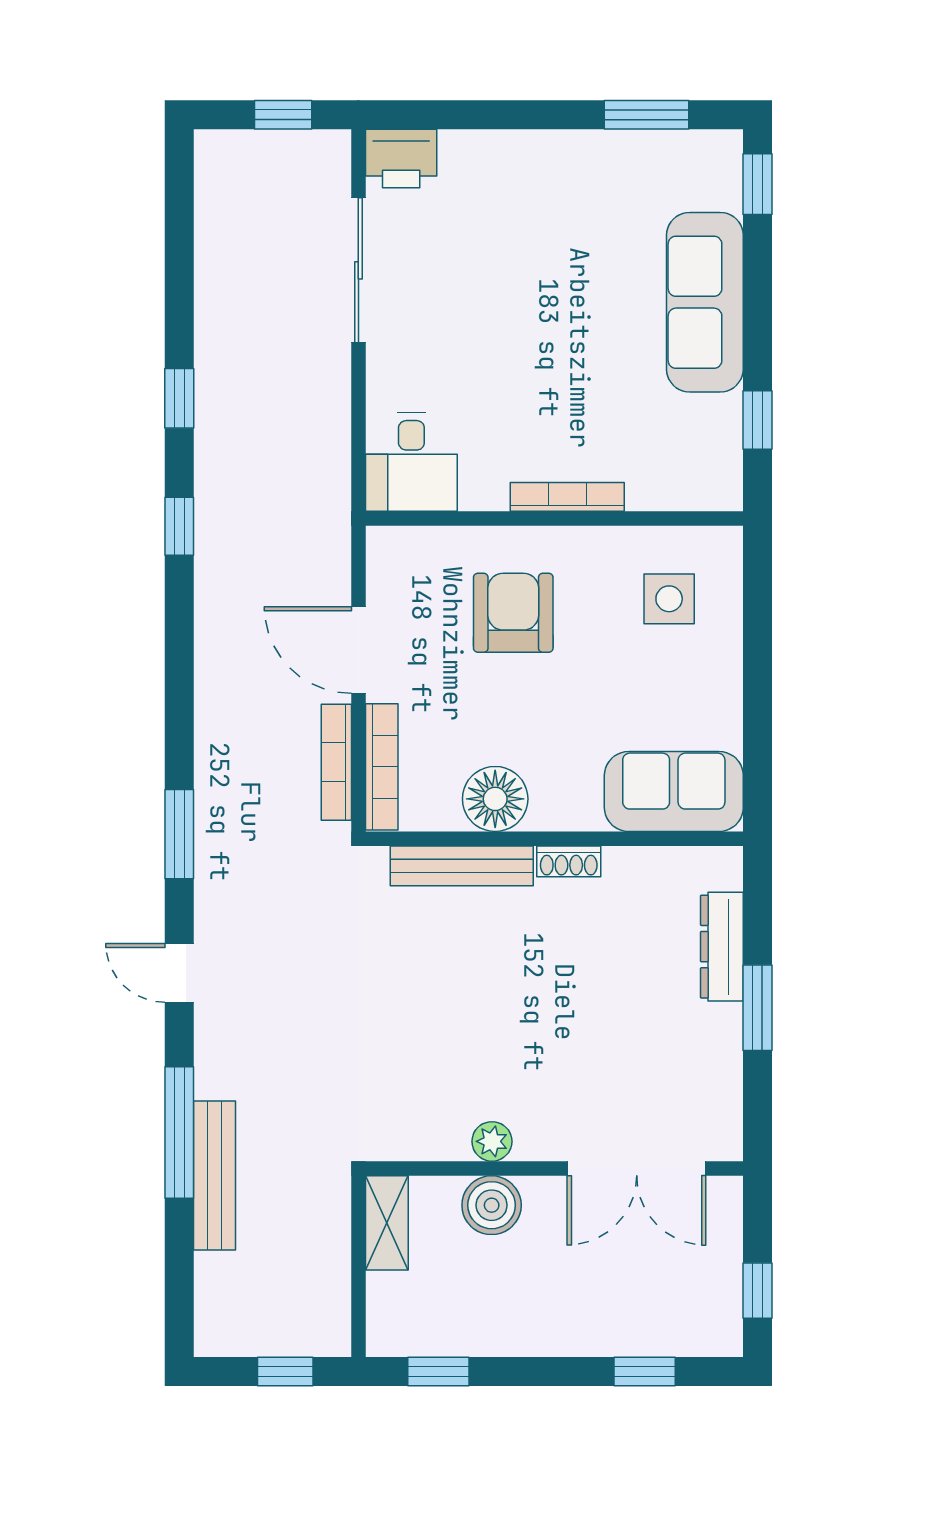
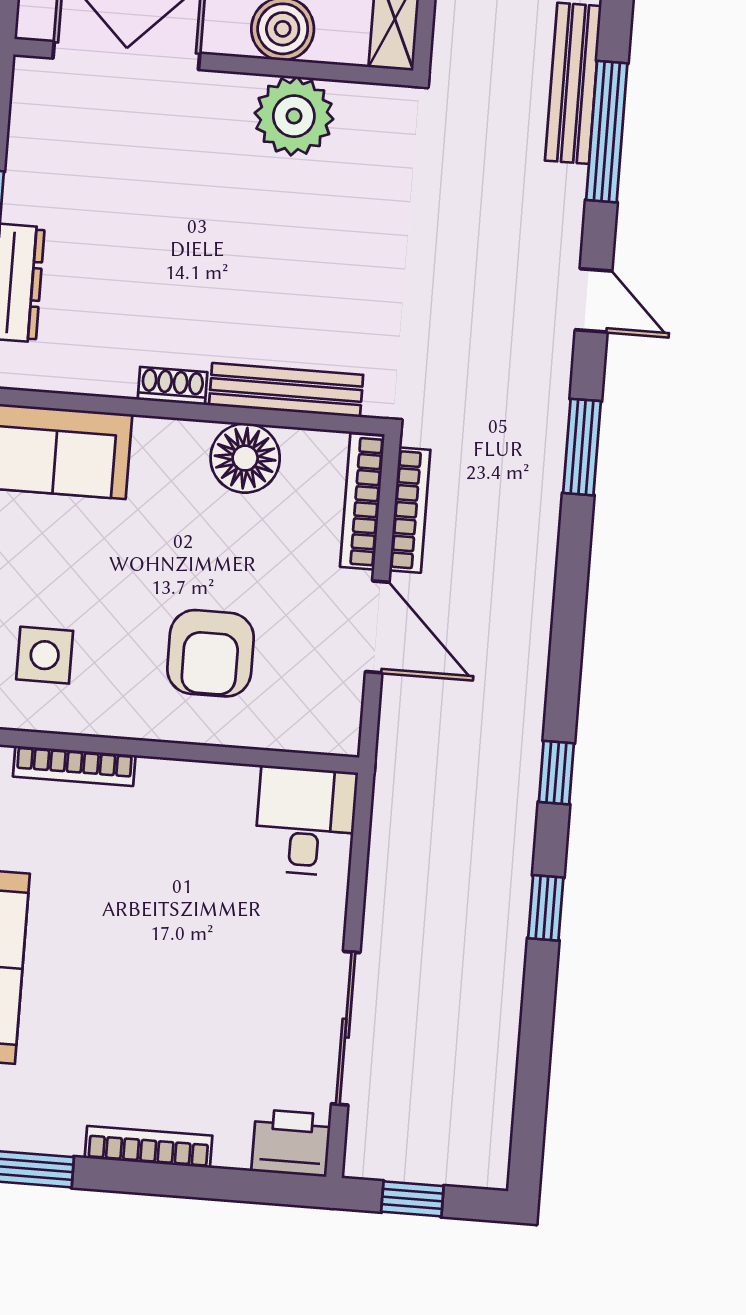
bookcase: (535, 144) -> (149, 1147), added
bookcase: (567, 497) -> (74, 766), moved
plant: (492, 1141) -> (294, 116), width x1.87, depth x1.87

